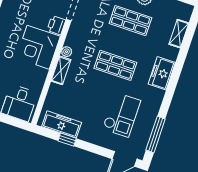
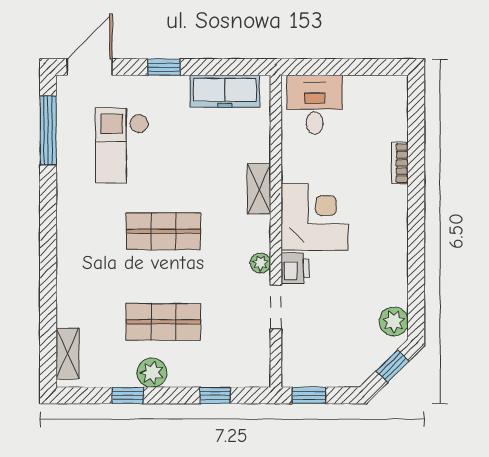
shelving: (179, 34) -> (68, 353), moved
plant: (67, 52) -> (260, 263), moved
freezer: (162, 73) -> (74, 245), removed
window: (67, 140) -> (164, 67), moved

